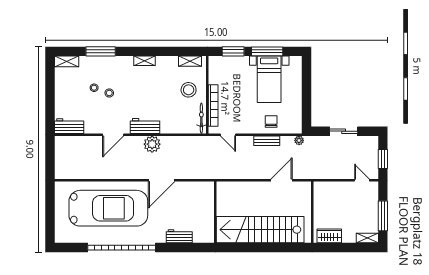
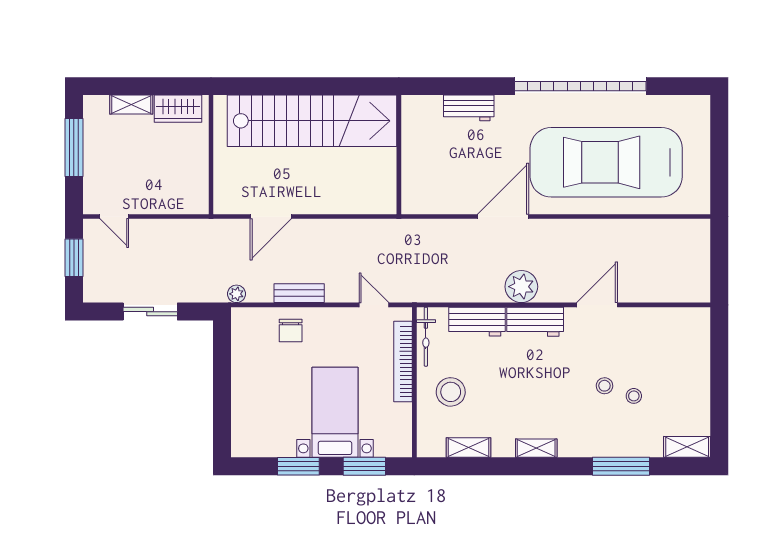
window: (267, 51) -> (298, 466), width x0.69
shelving: (190, 61) -> (468, 447), moved
bed with nightstands: (269, 79) -> (335, 412), moved
workbench: (69, 126) -> (477, 322), moved
shelving: (367, 238) -> (131, 105), moved

